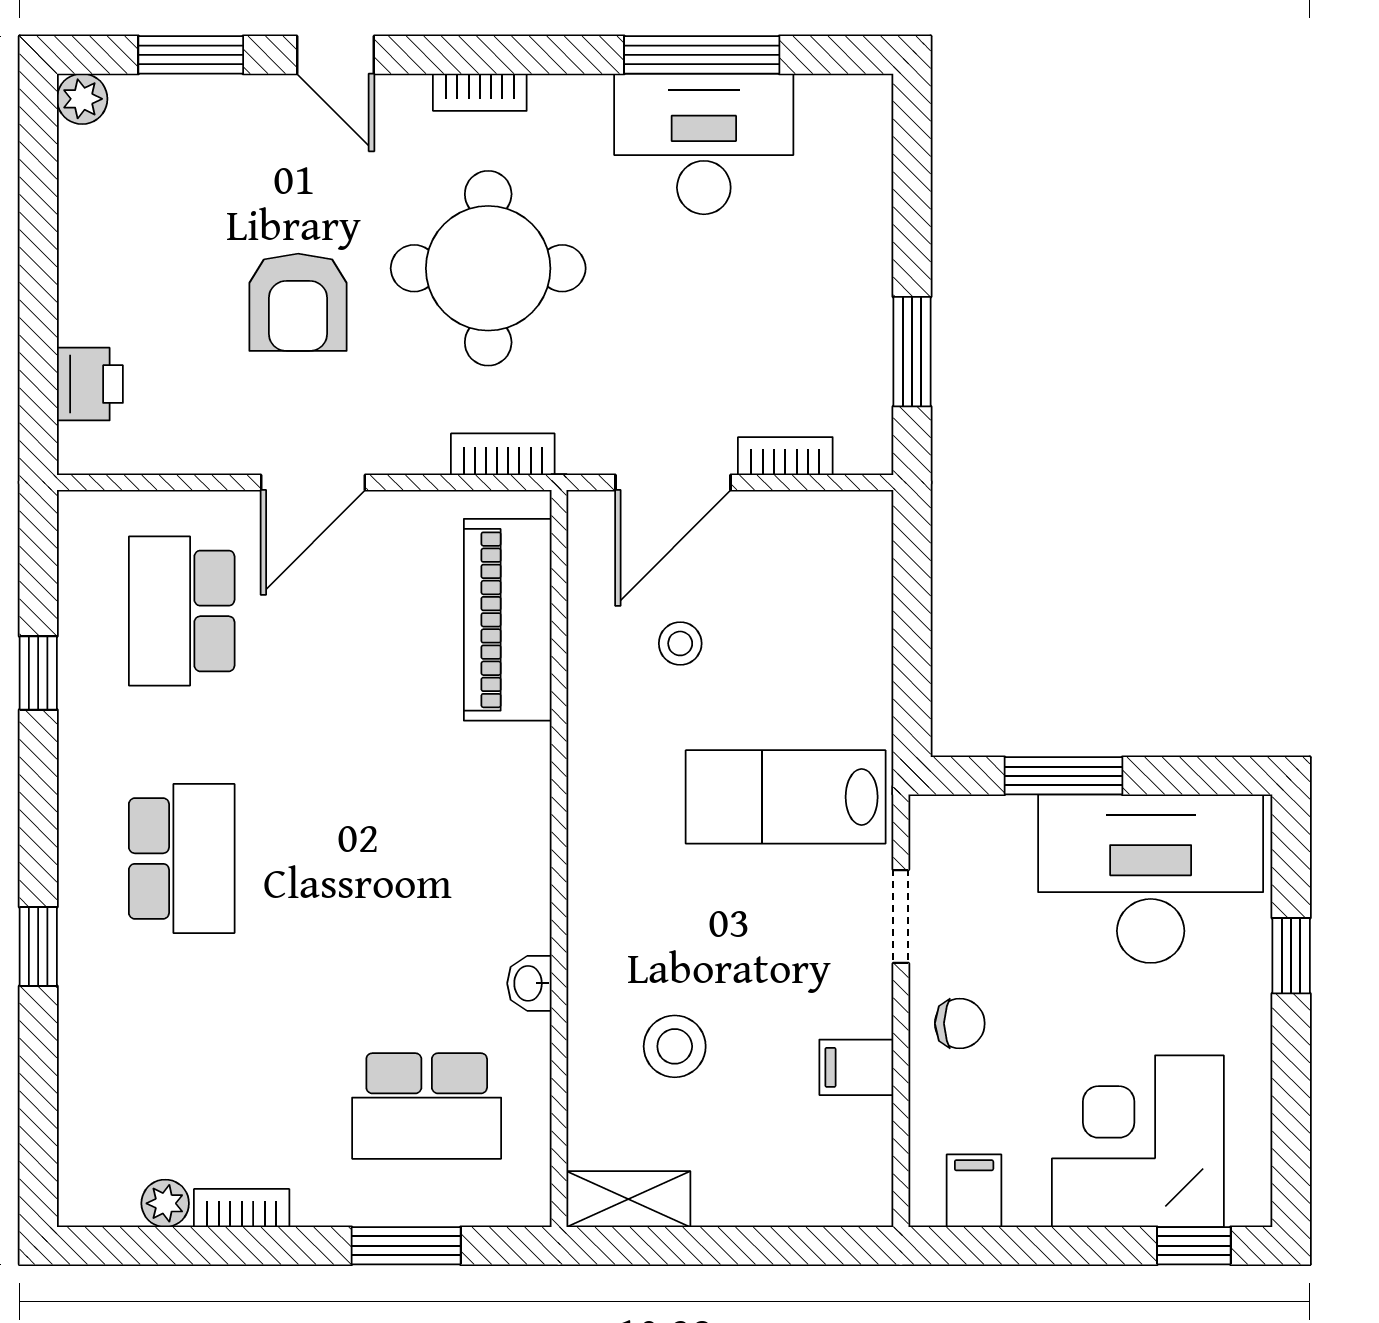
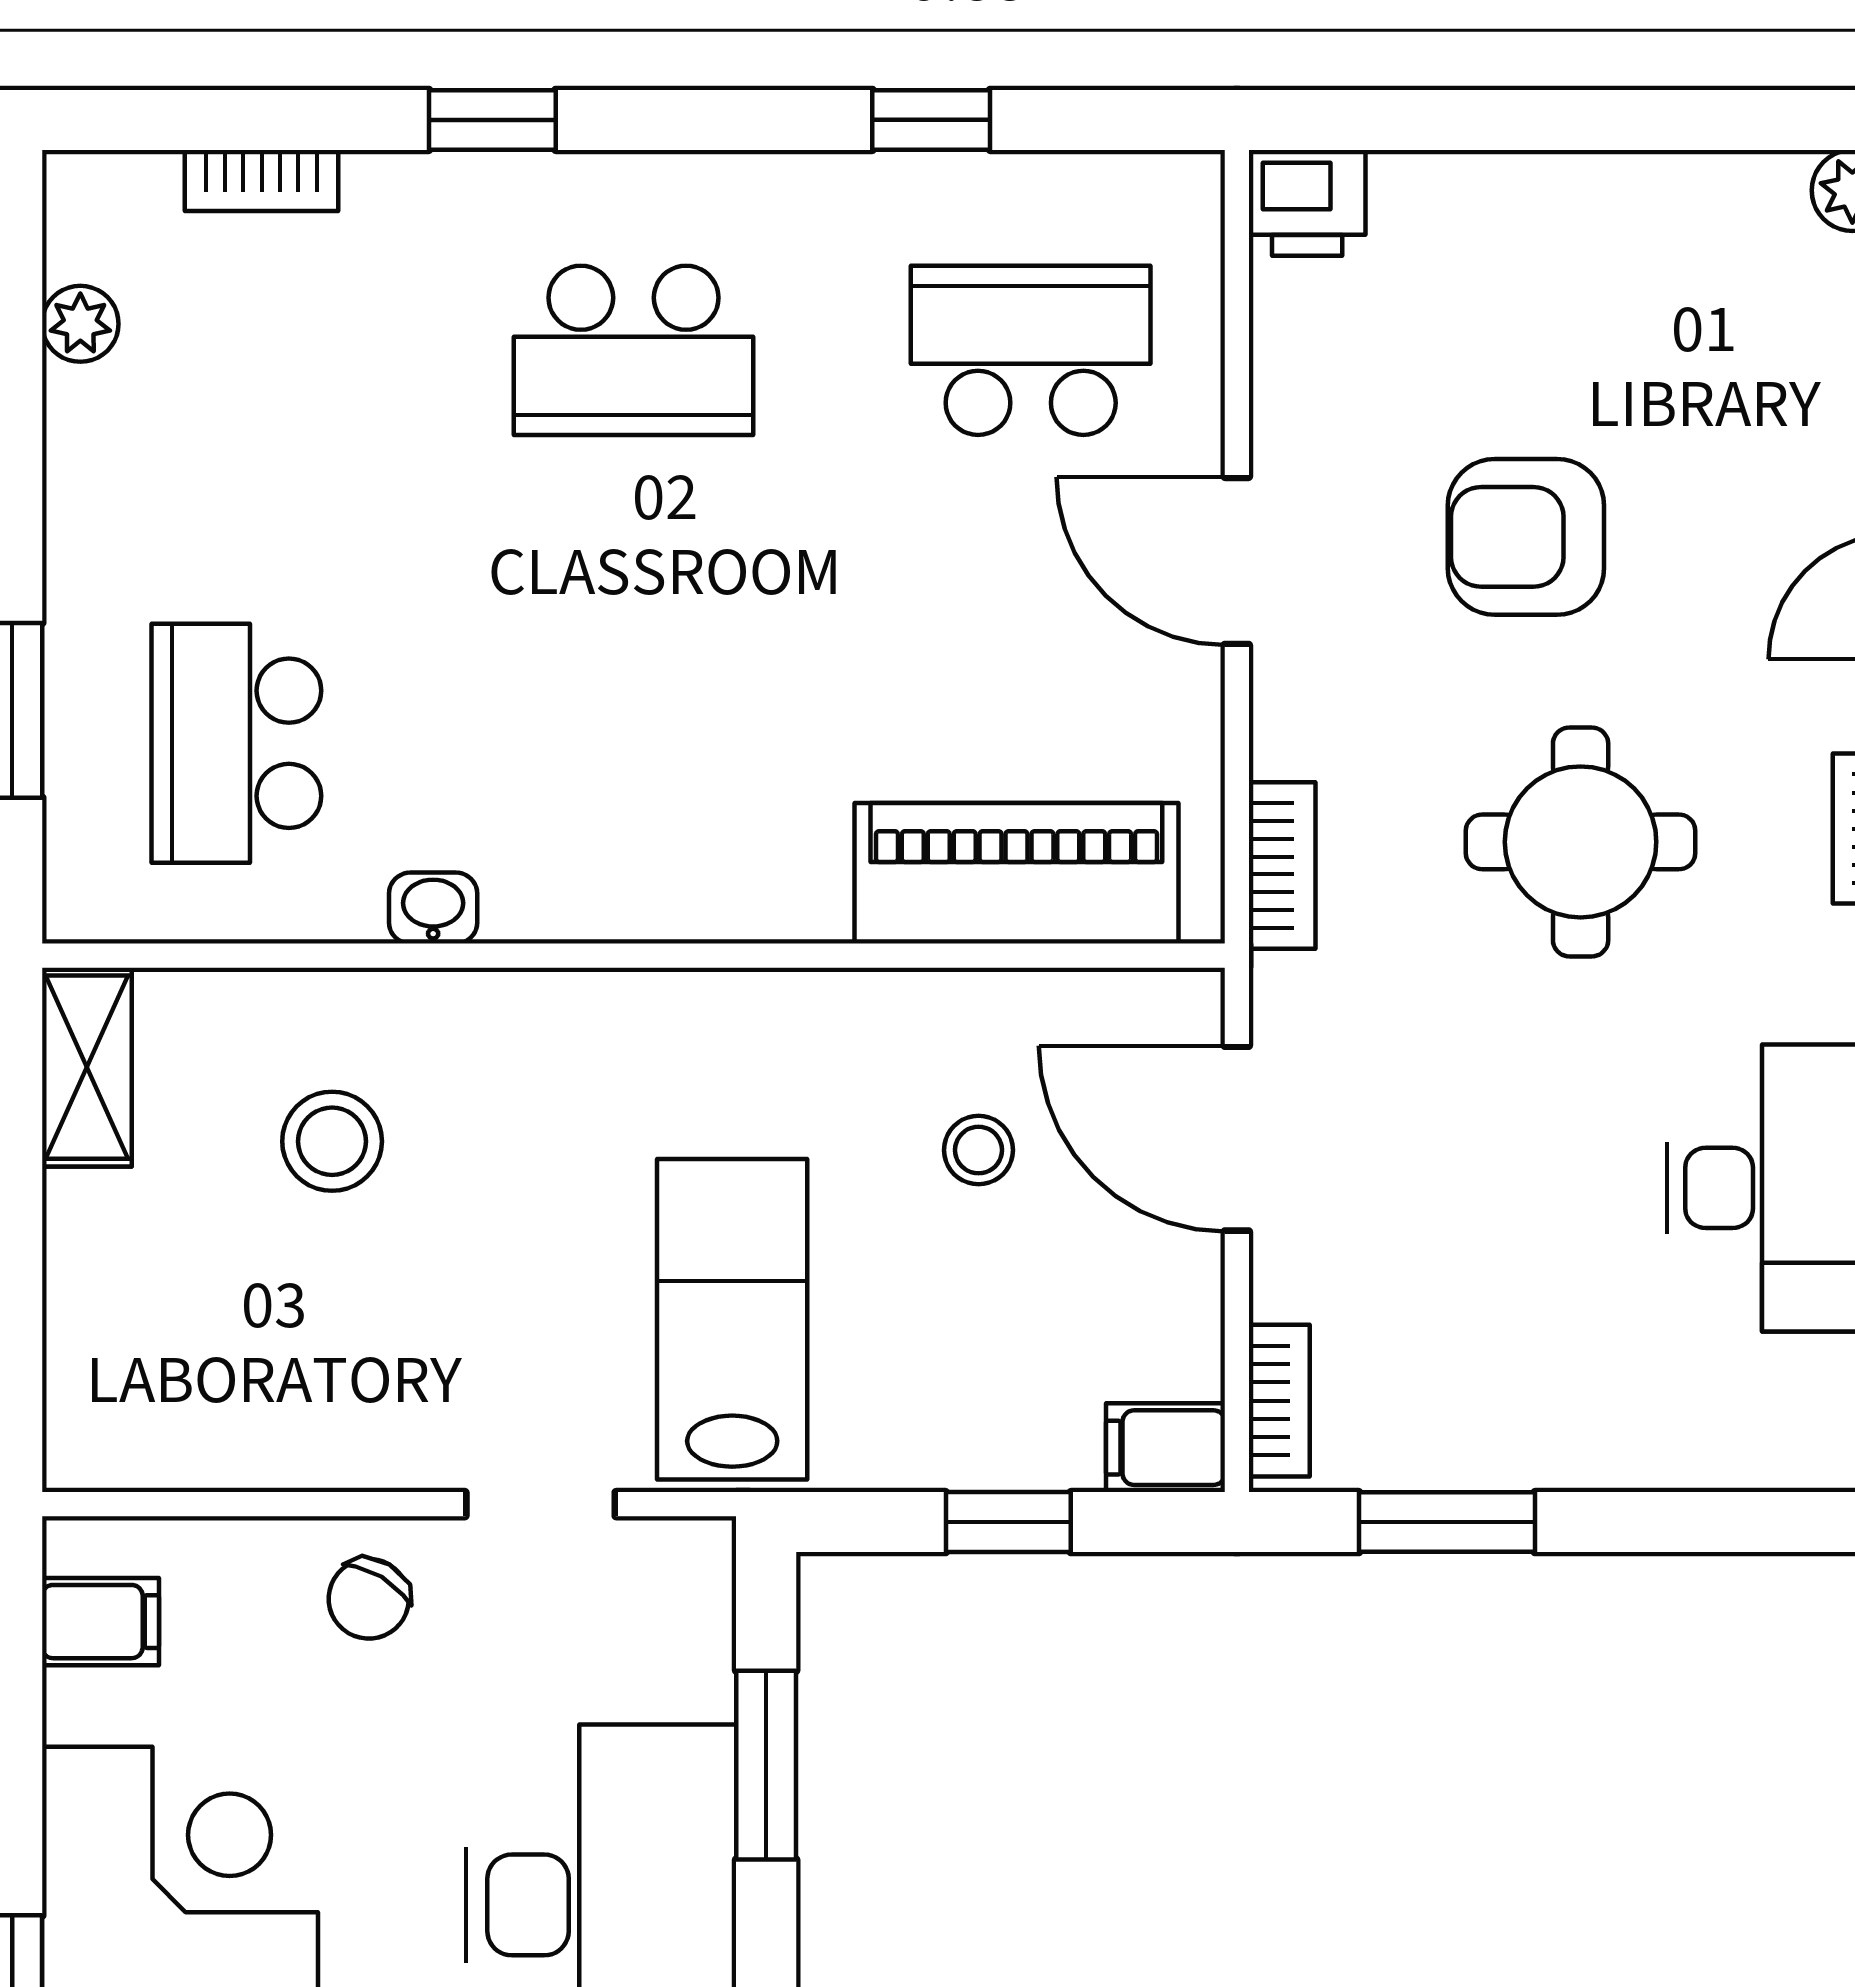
round table: (488, 268) -> (1581, 842), width x0.73, depth x0.73
printer: (90, 384) -> (1307, 203), moved
bookcase: (785, 456) -> (1279, 1401), moved
window: (912, 625) -> (1008, 1522), added
chair: (960, 1023) -> (369, 1599), turned 31
filing cabinet: (856, 1067) -> (1165, 1448), moved, turned -90
bookcase: (242, 1208) -> (262, 180), moved, turned 90

